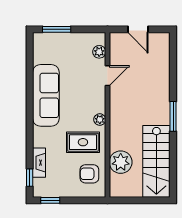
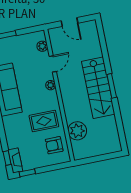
plant: (100, 120) -> (51, 85), moved
stairs: (156, 161) -> (98, 88), moved
fireplace: (39, 163) -> (15, 160), moved

